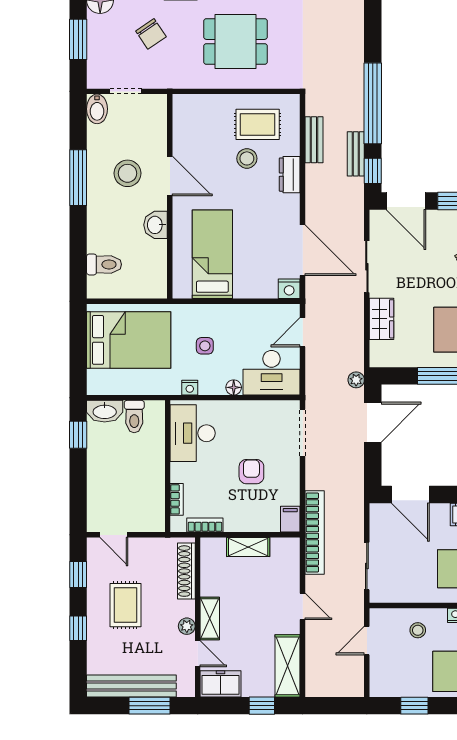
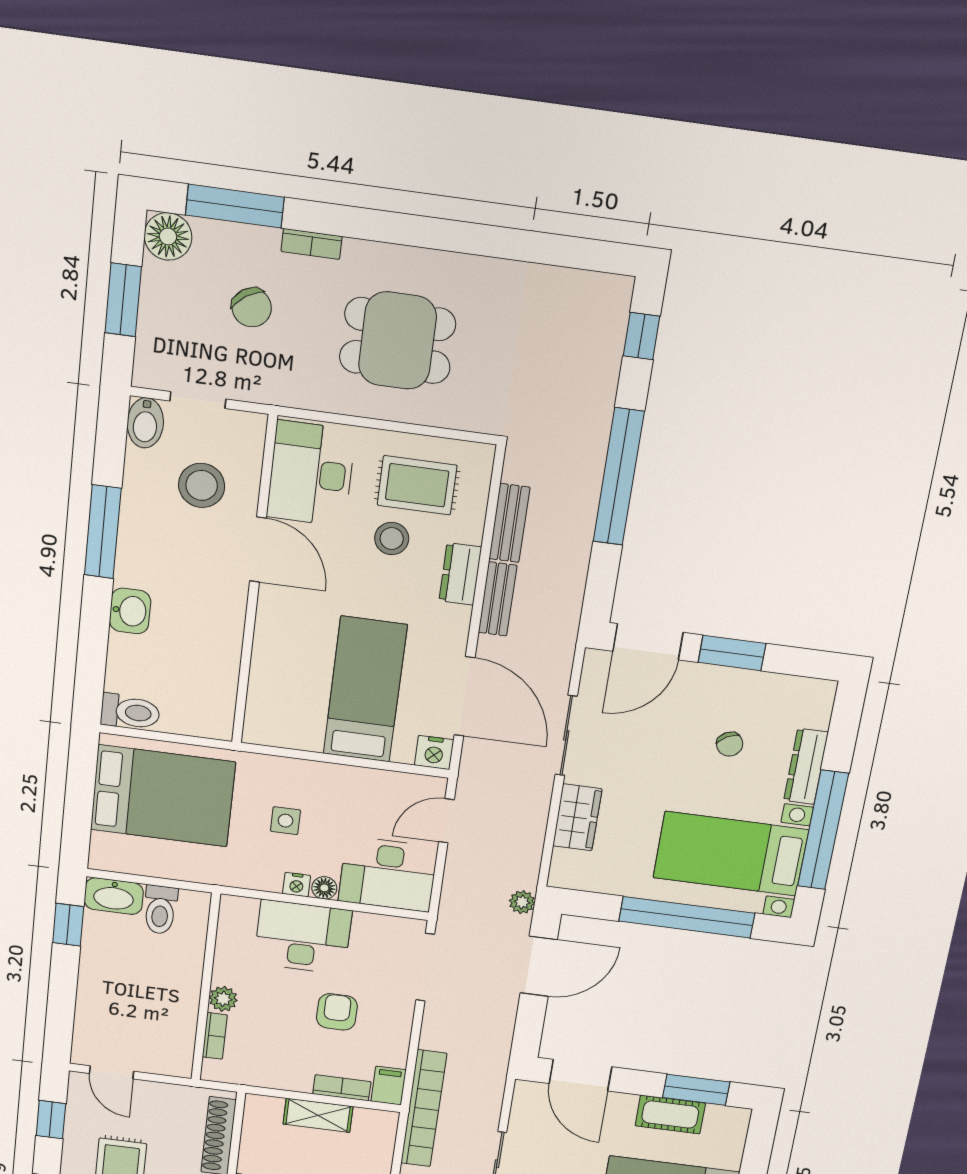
desk: (195, 126) -> (311, 474), added
bench: (356, 154) -> (498, 599), moved
window: (373, 171) -> (641, 336), moved
stool: (128, 173) -> (202, 485), moved
door: (406, 201) -> (648, 642), hinge flipped
washbasin: (156, 225) -> (130, 611), moved, turned 180
bed: (212, 254) -> (365, 690), moved
toilet: (104, 264) -> (130, 712), moved
nightstand: (190, 388) -> (297, 885), moved
desk: (193, 433) -> (303, 937), moved, turned 90
plant: (179, 473) -> (223, 999), added
bookcase: (205, 525) -> (342, 1088), moved

